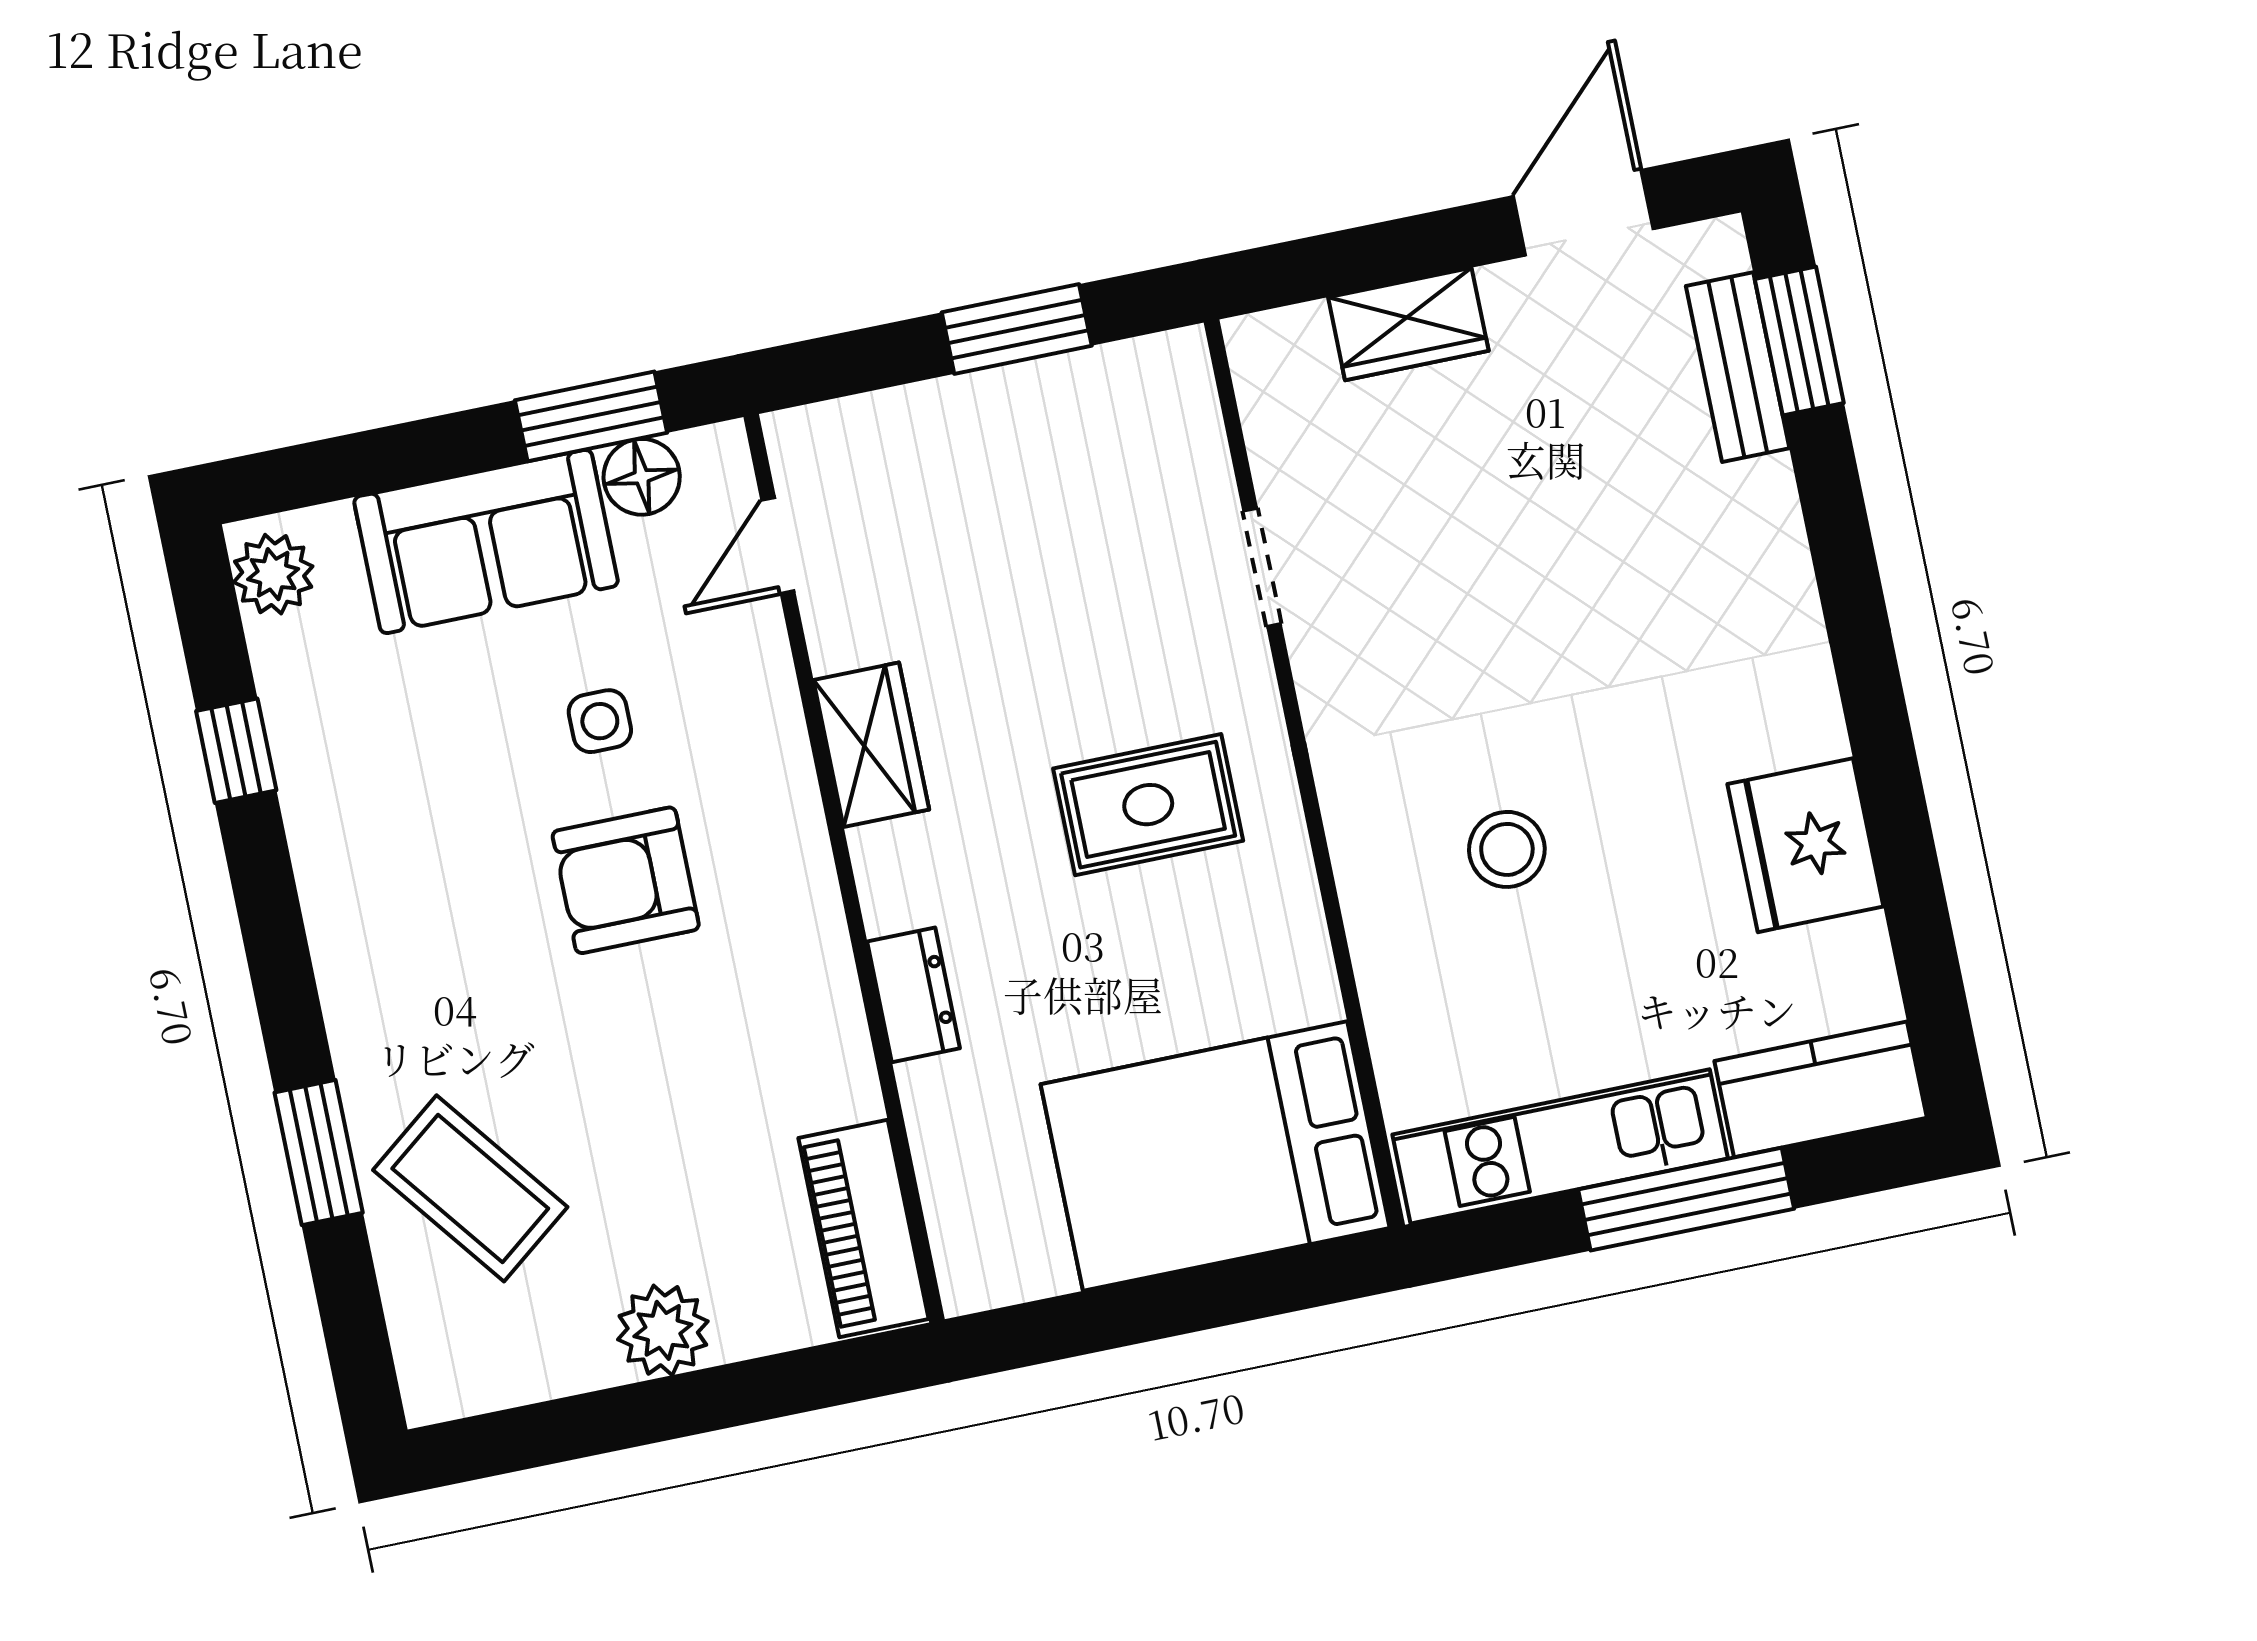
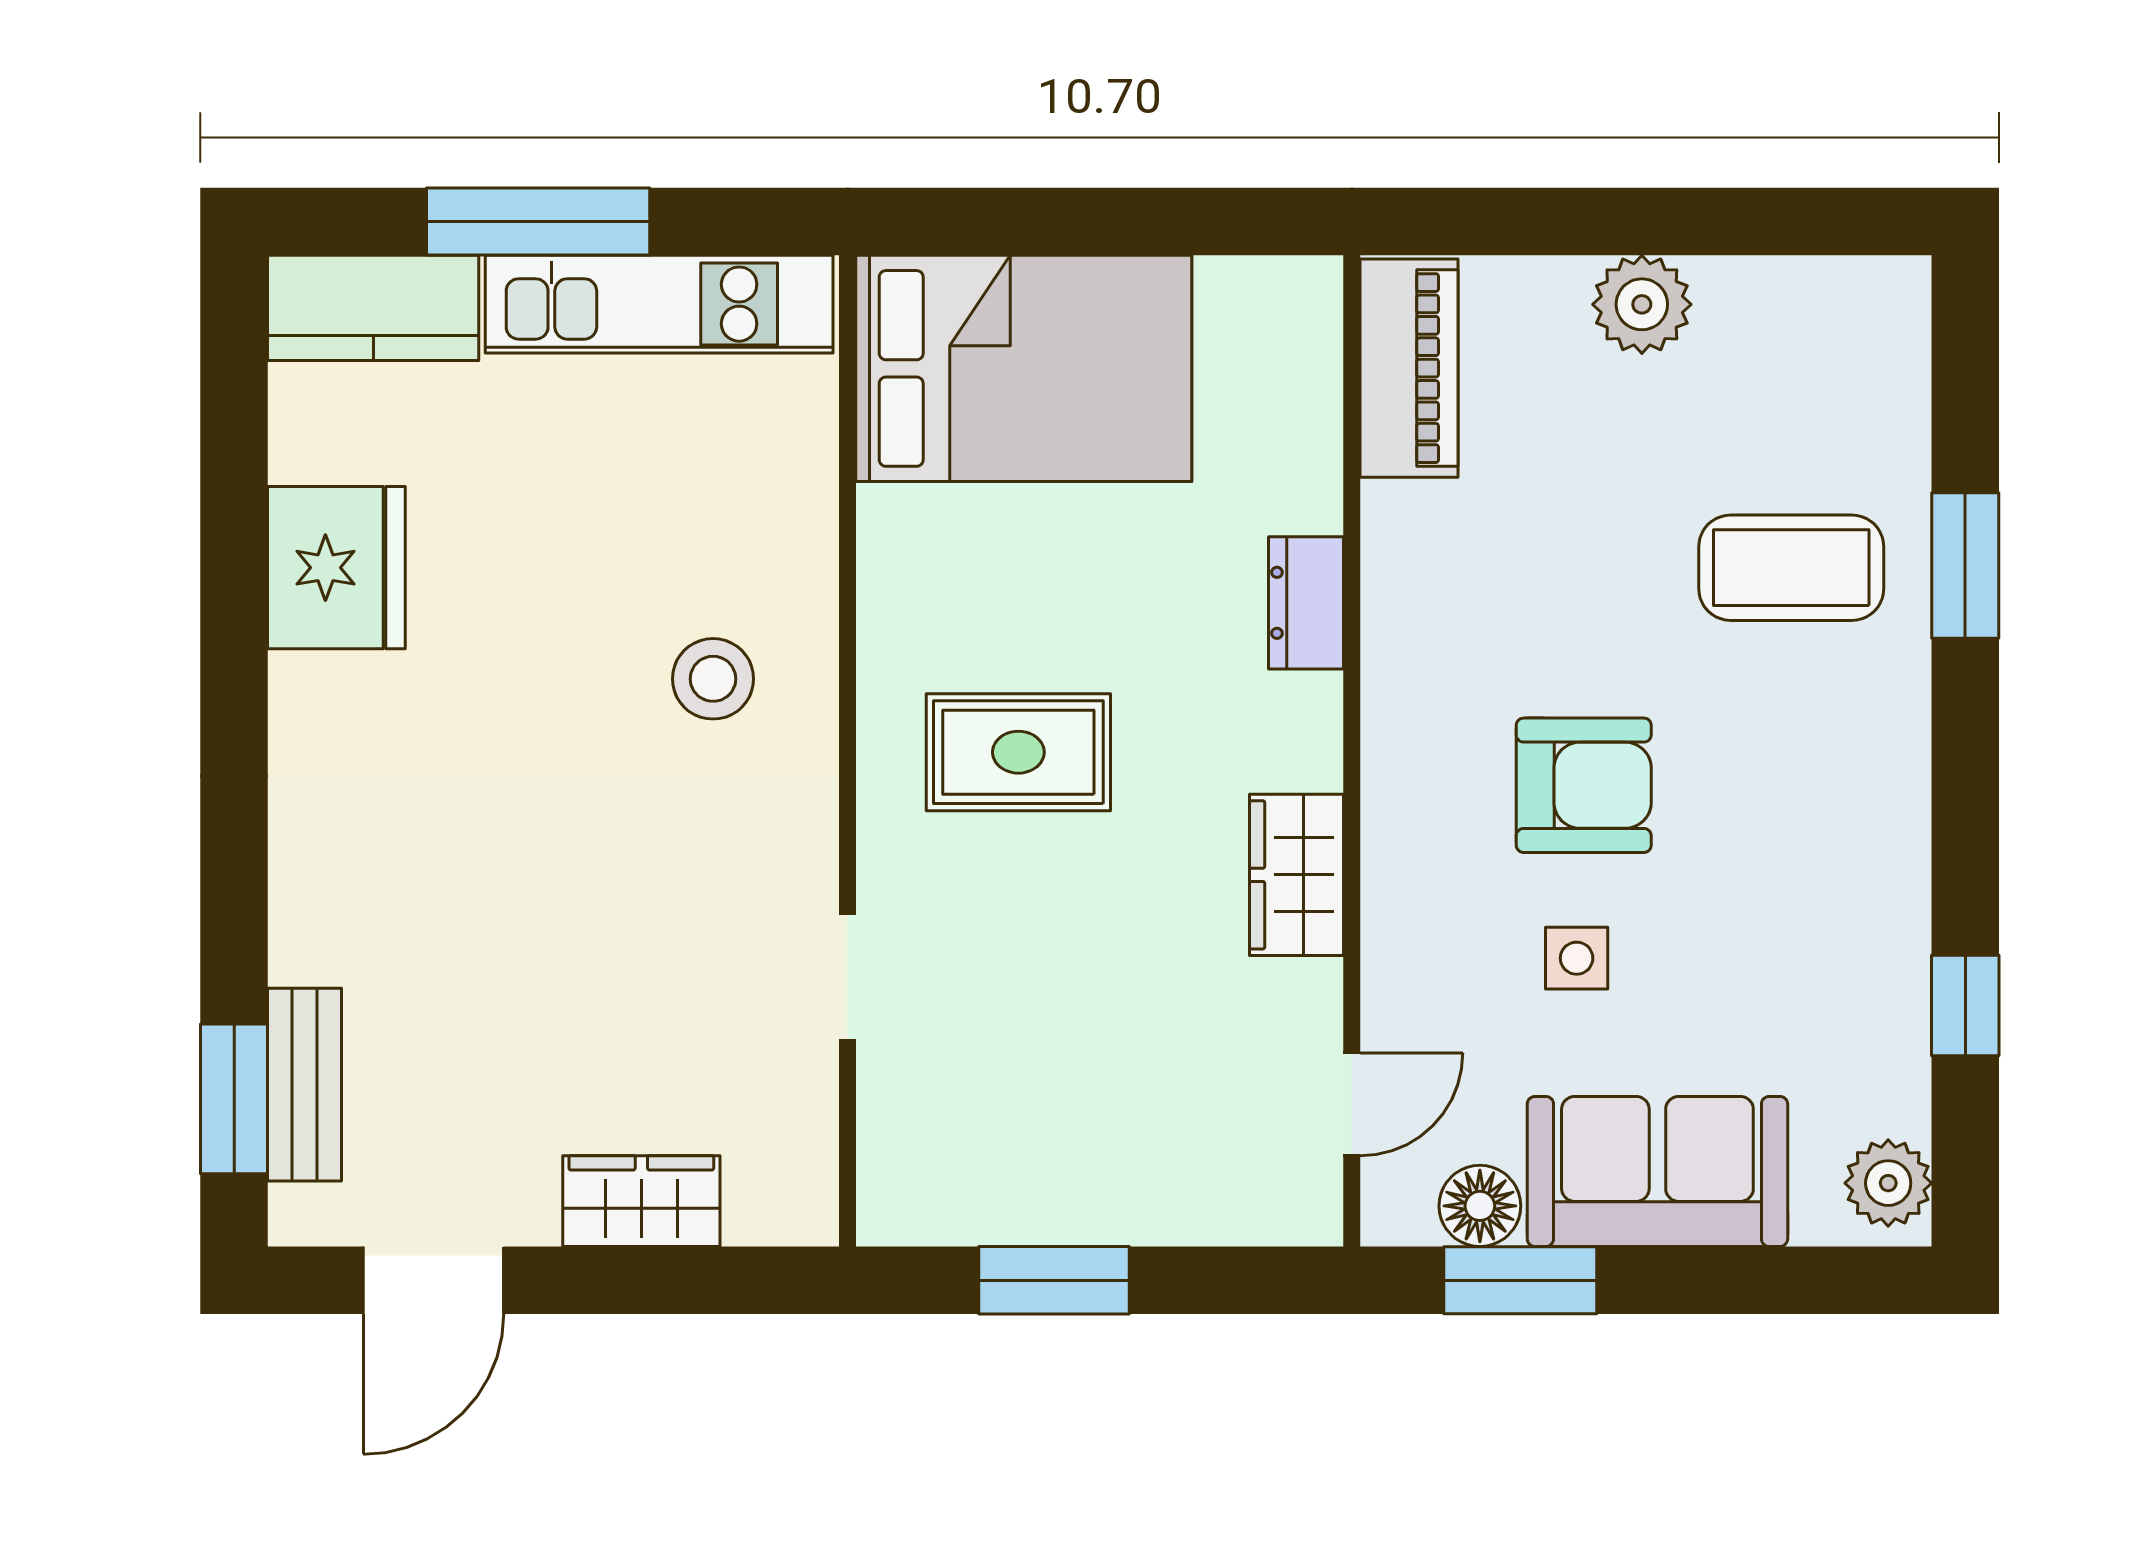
stool: (1507, 849) -> (713, 679), moved
coffee table: (470, 1188) -> (1791, 568), moved, turned -52

